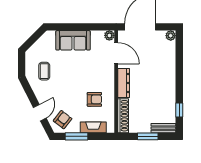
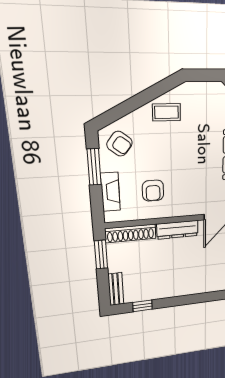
coffee table: (44, 71) -> (166, 112), moved
door: (40, 113) -> (129, 106), removed
window: (148, 136) -> (101, 255), moved

